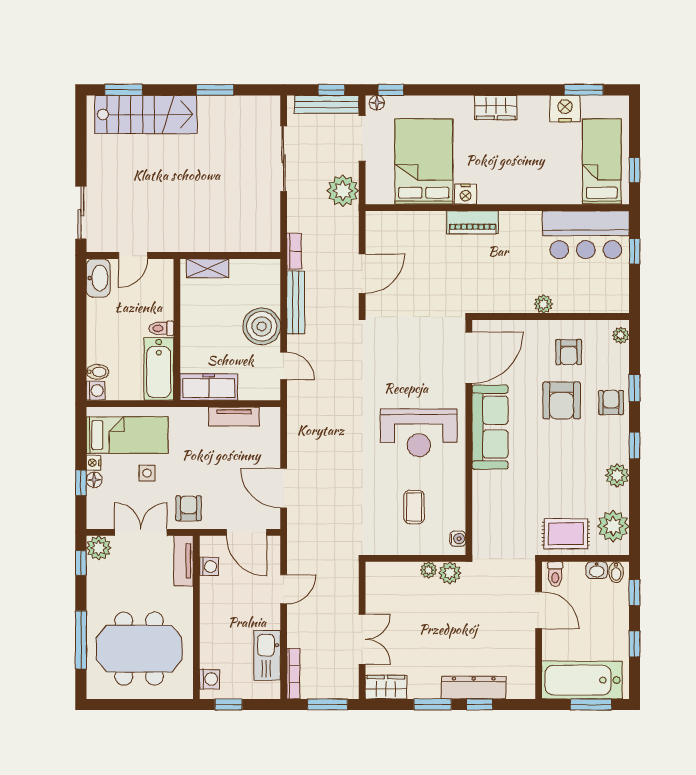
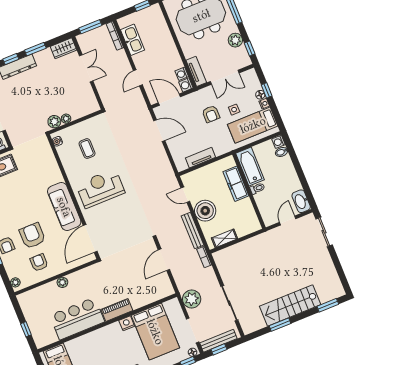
stairs: (146, 115) -> (290, 305), moved
bar counter: (586, 235) -> (77, 319), moved
shelving: (208, 268) -> (224, 238), moved
freezer: (209, 387) -> (236, 184), moved, turned 90
armchair: (189, 508) -> (211, 114), moved
plant: (99, 548) -> (235, 40), moved
double door: (362, 639) -> (86, 68), swing flipped
washing machine: (210, 679) -> (186, 85), moved

